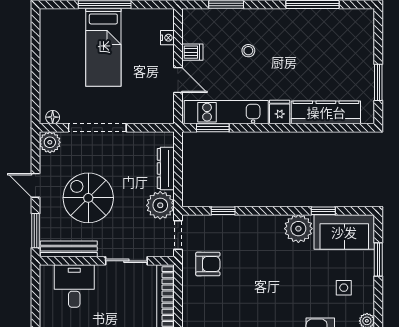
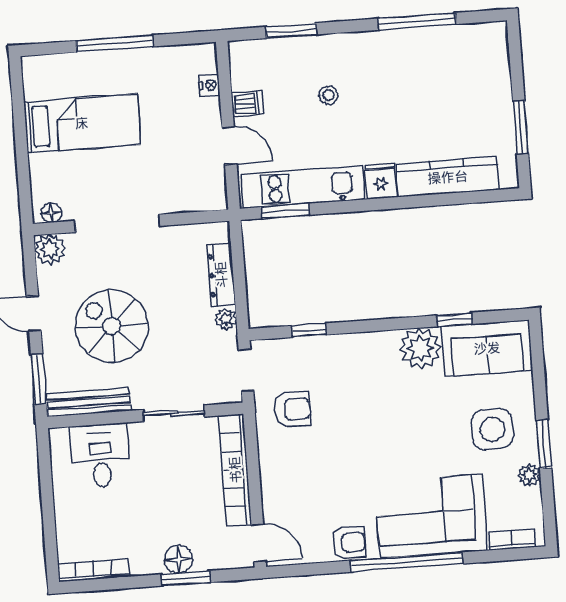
bed: (103, 47) -> (82, 123), moved, turned -90
plant: (160, 205) -> (226, 319), width x0.53, depth x0.53
window: (378, 259) -> (544, 444), moved
side table: (344, 288) -> (492, 429), width x1.87, depth x1.87

